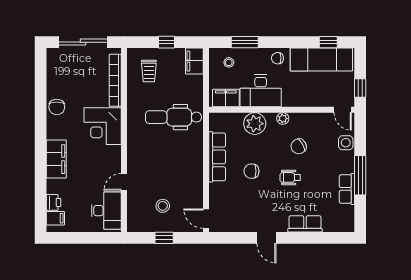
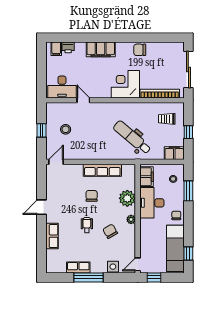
dental chair: (173, 117) -> (132, 137), turned -50

